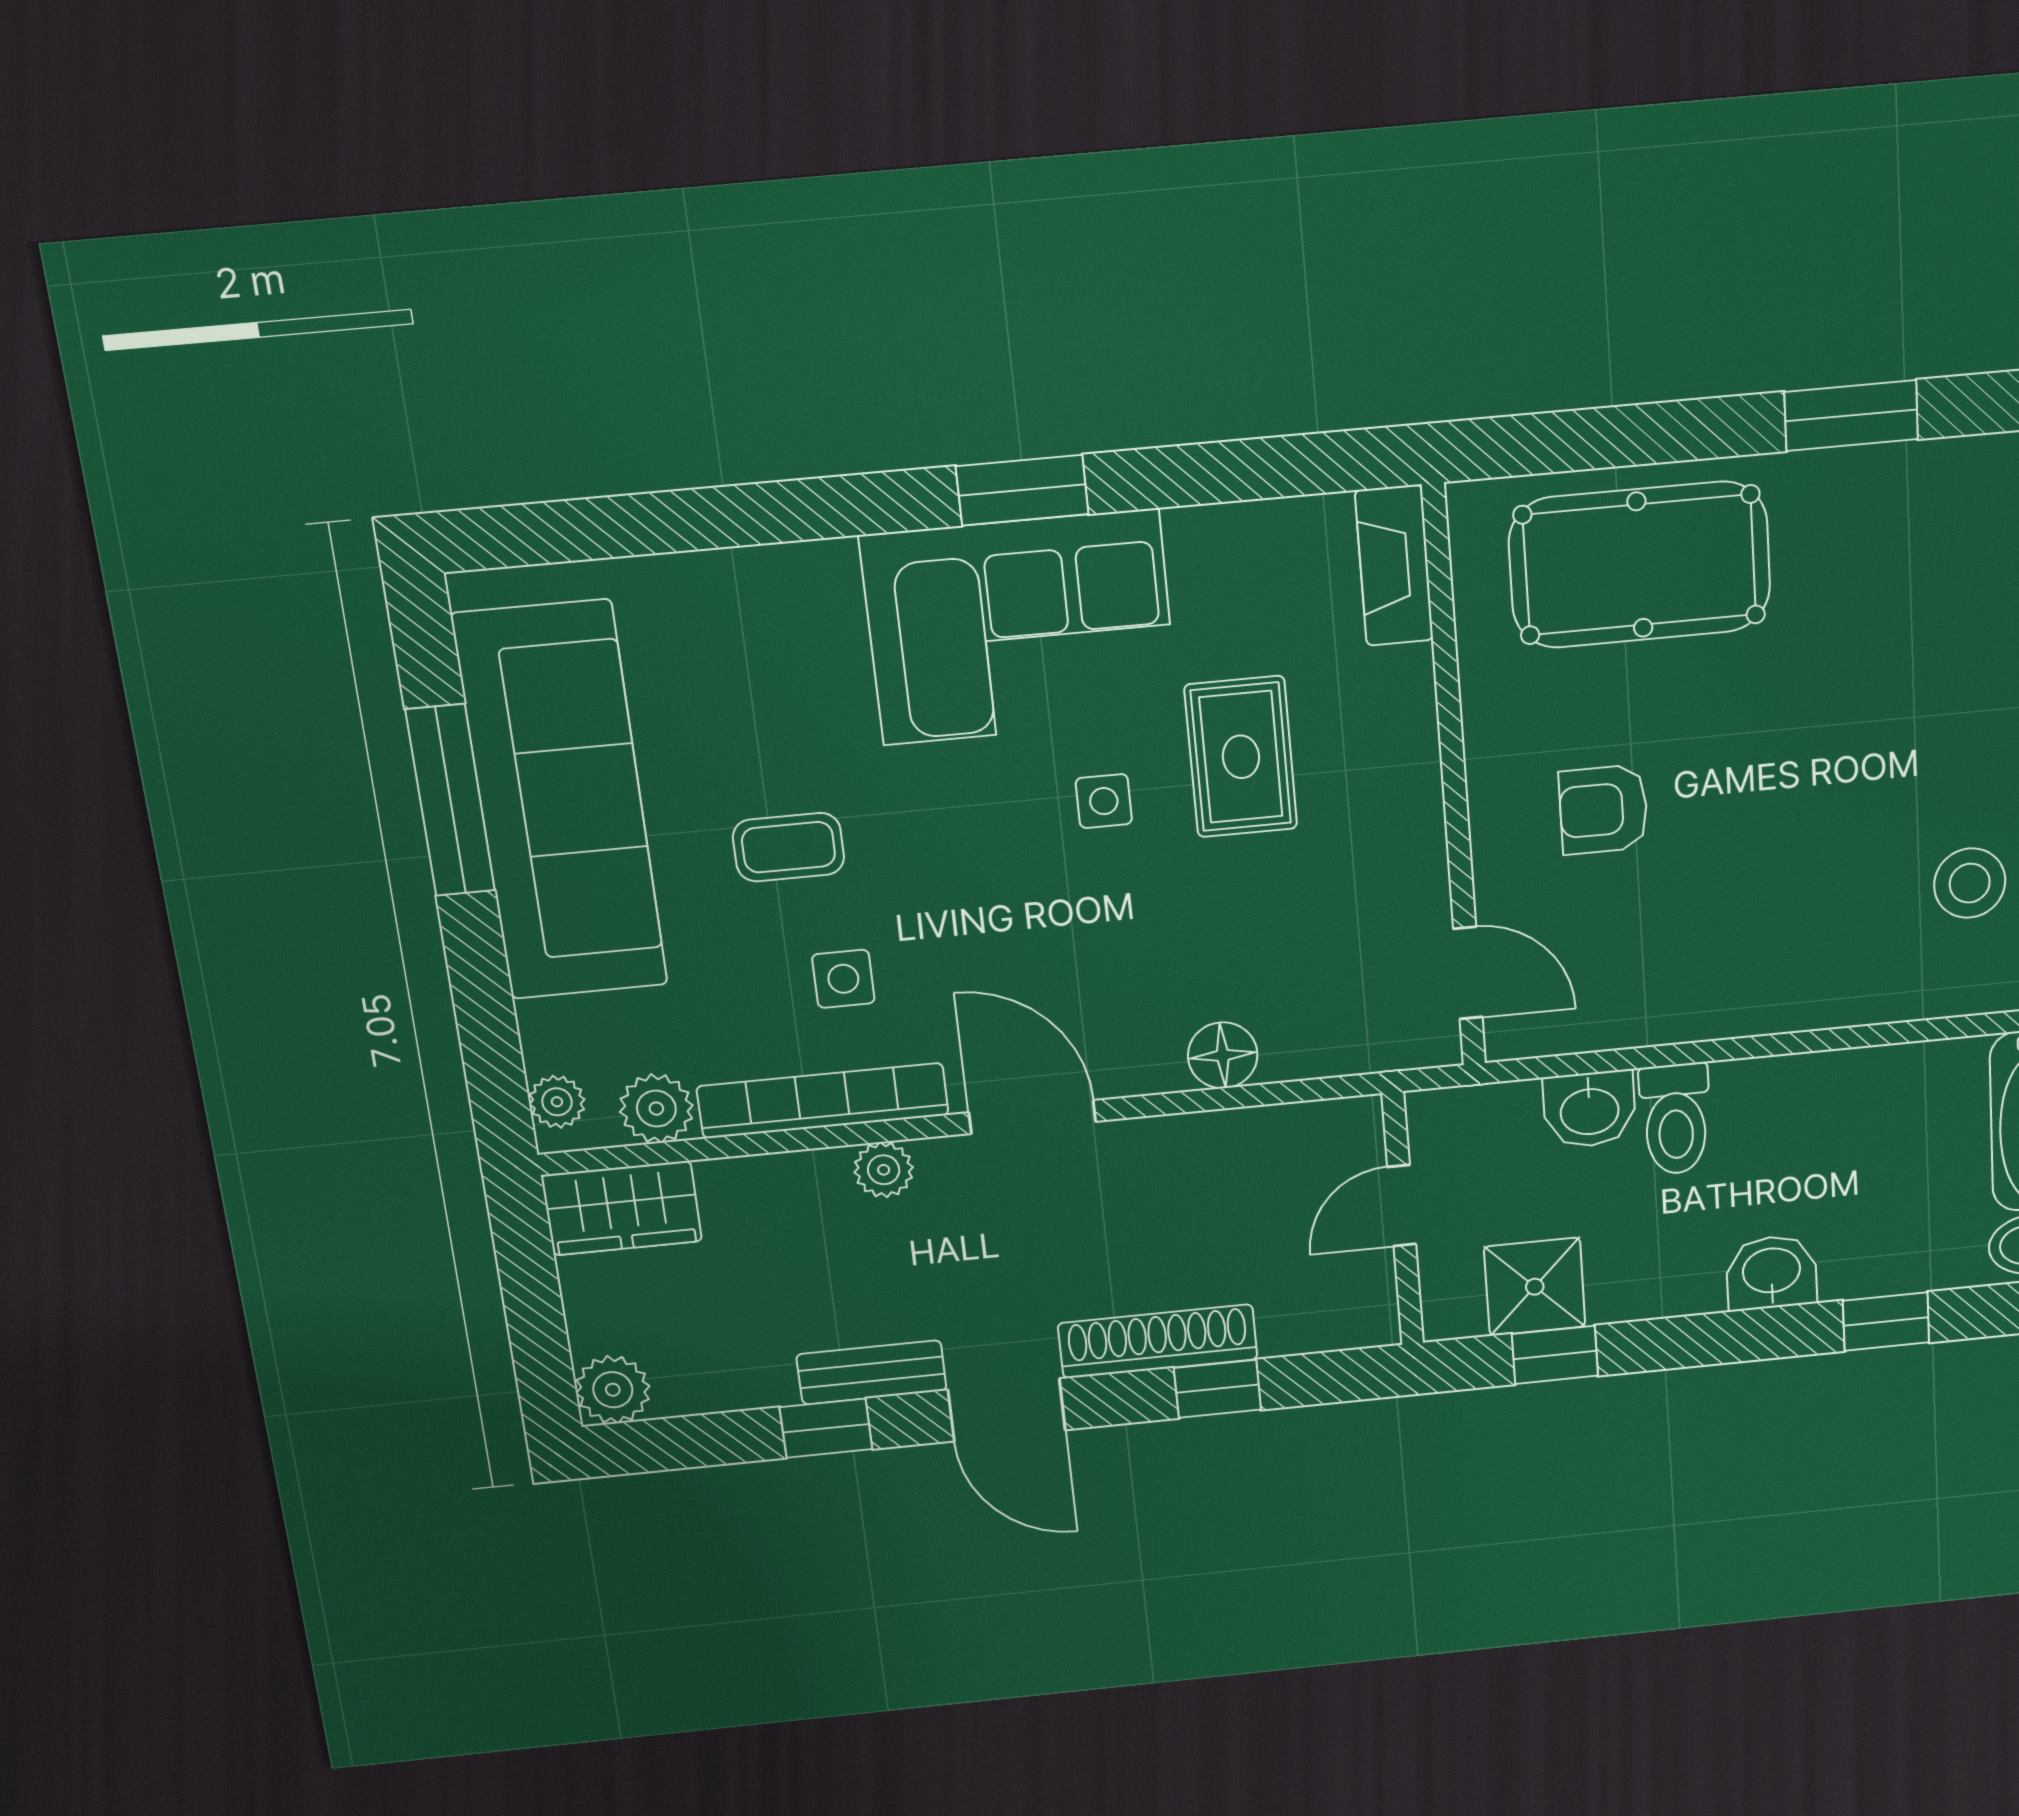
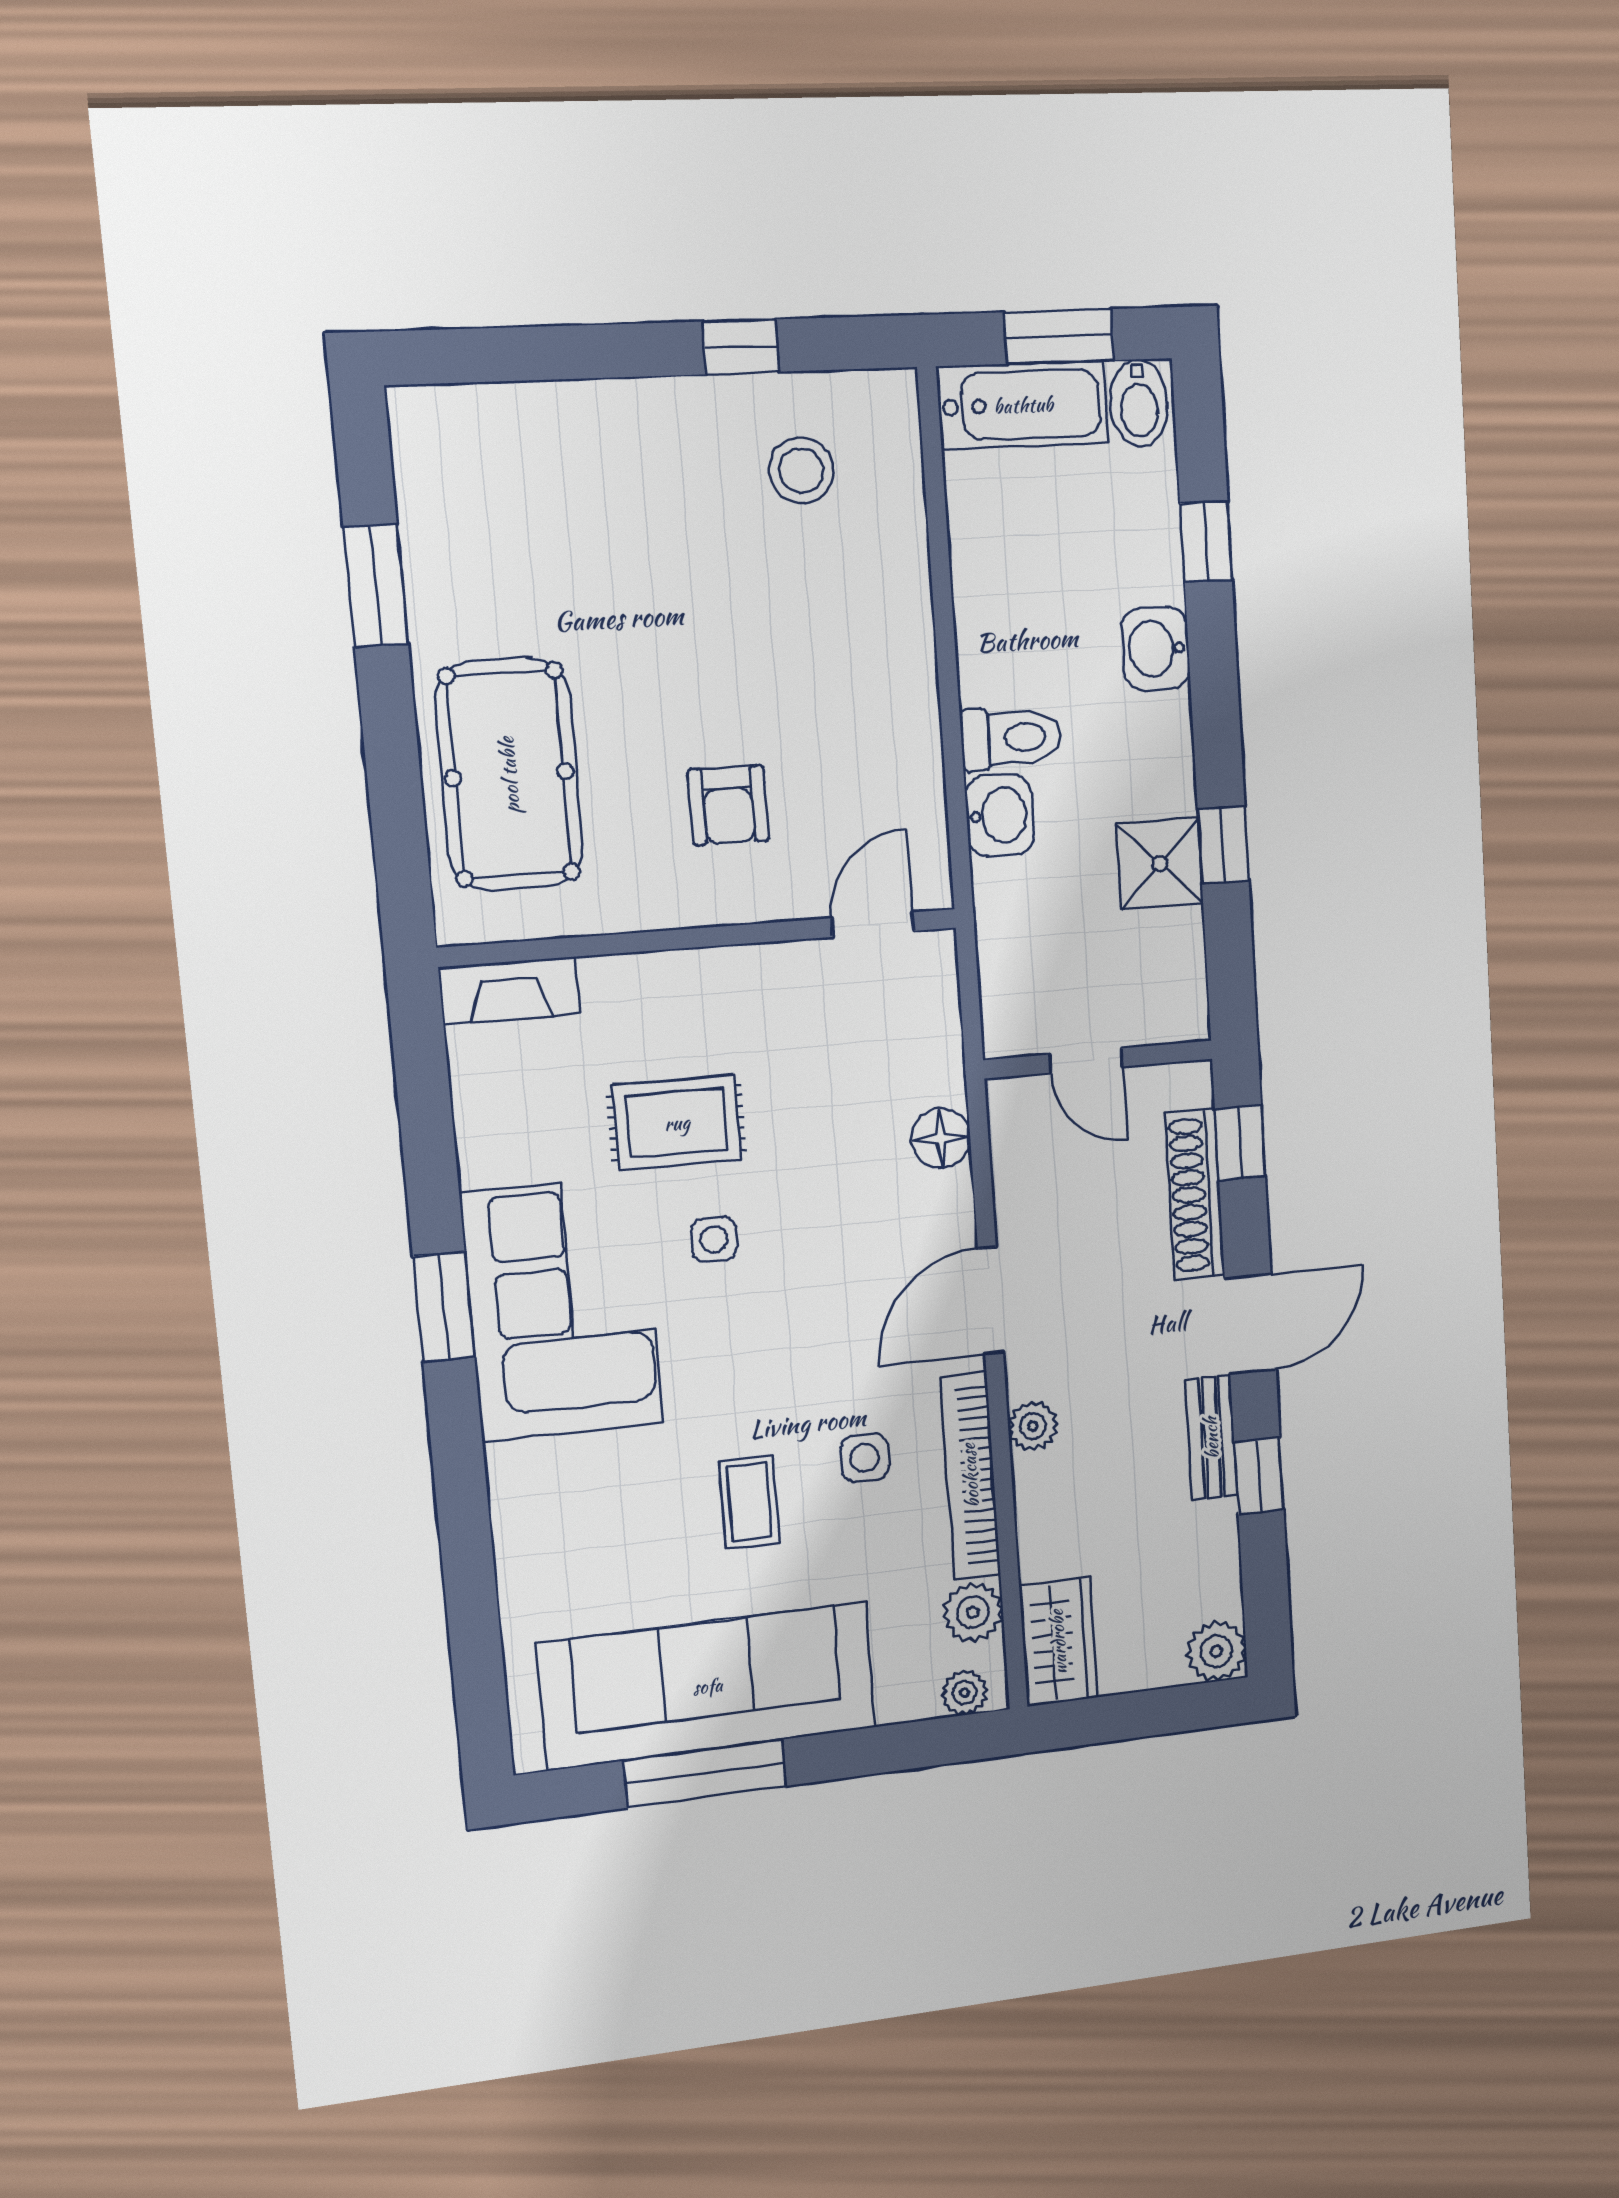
door: (1402, 1206) -> (1086, 1061), moved
wall: (1403, 1219) -> (1099, 1059), moved

